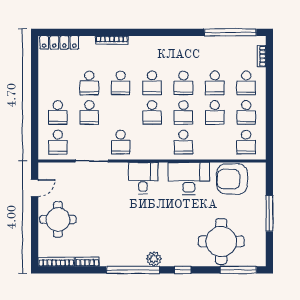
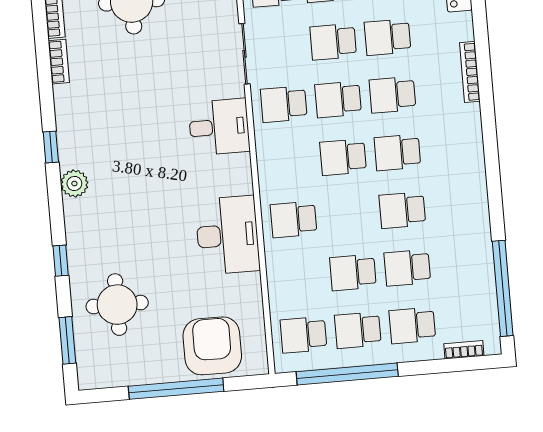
school desk: (183, 112) -> (338, 99), moved
window: (269, 120) -> (347, 374), added
desk: (143, 178) -> (219, 127), moved
armchair: (232, 179) -> (212, 346), moved
window: (269, 213) -> (176, 389), width x1.46
round table: (221, 241) -> (117, 305), width x0.73, depth x0.73
window: (133, 270) -> (51, 147), width x0.32
window: (183, 270) -> (61, 261), moved
window: (238, 270) -> (67, 340), width x0.69

